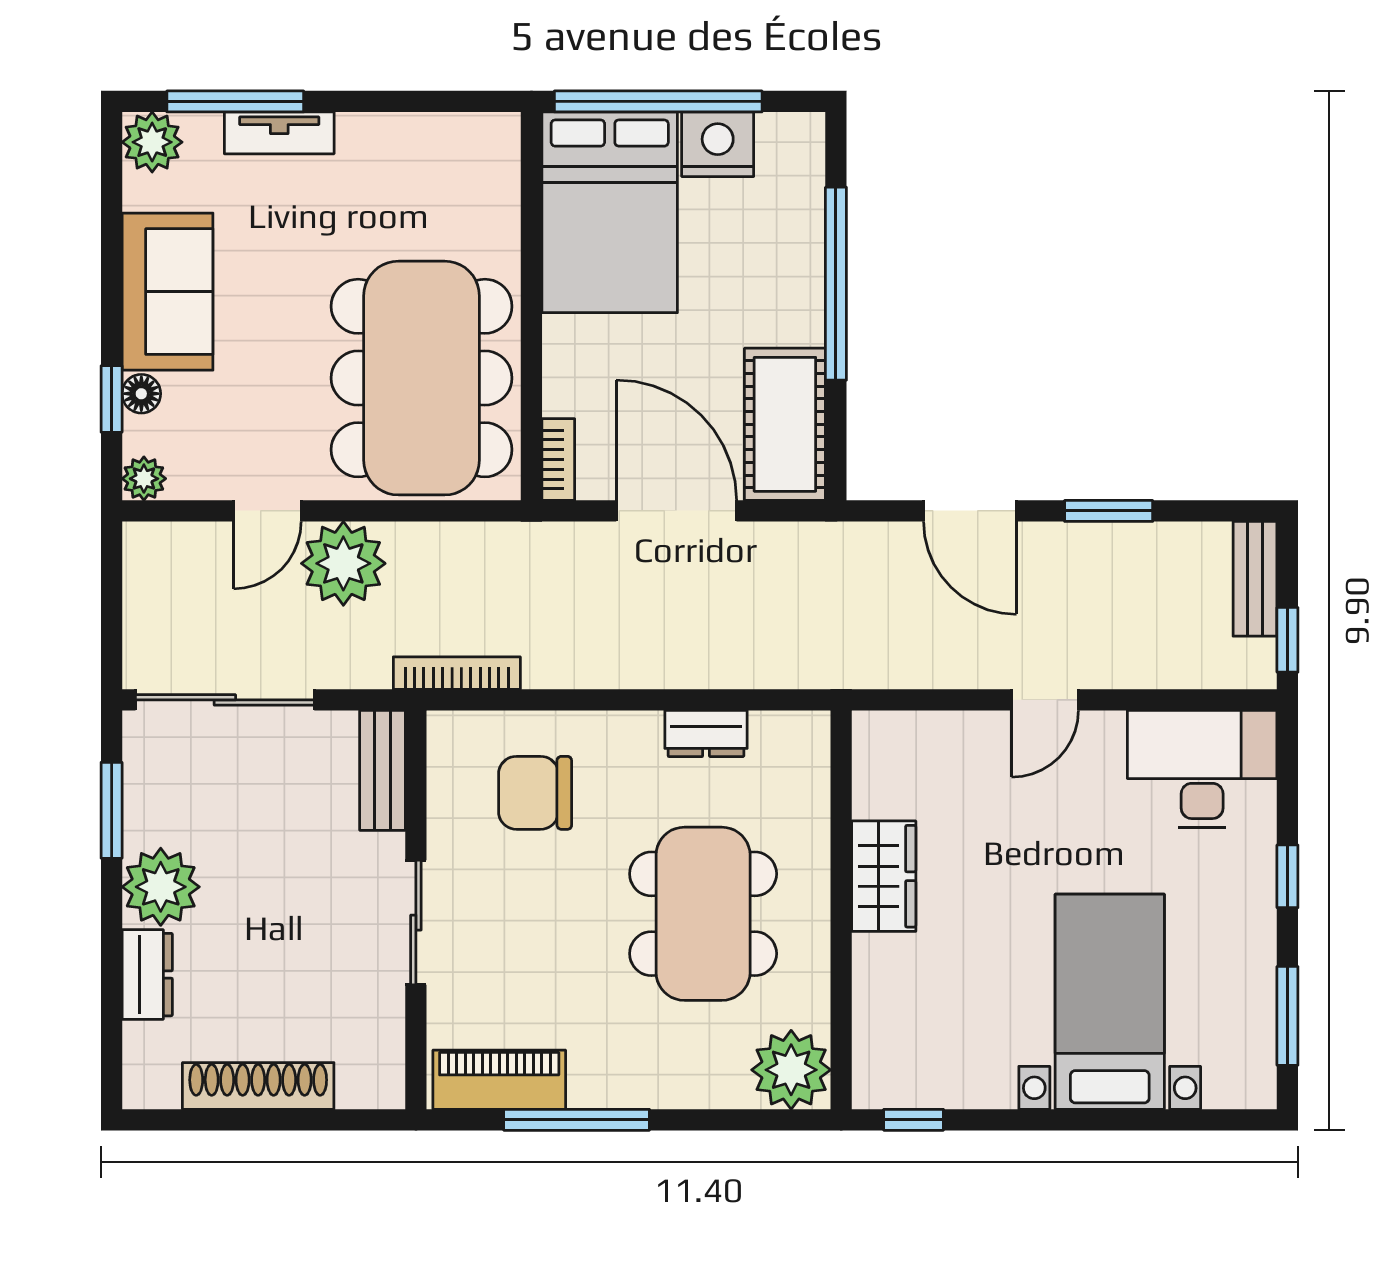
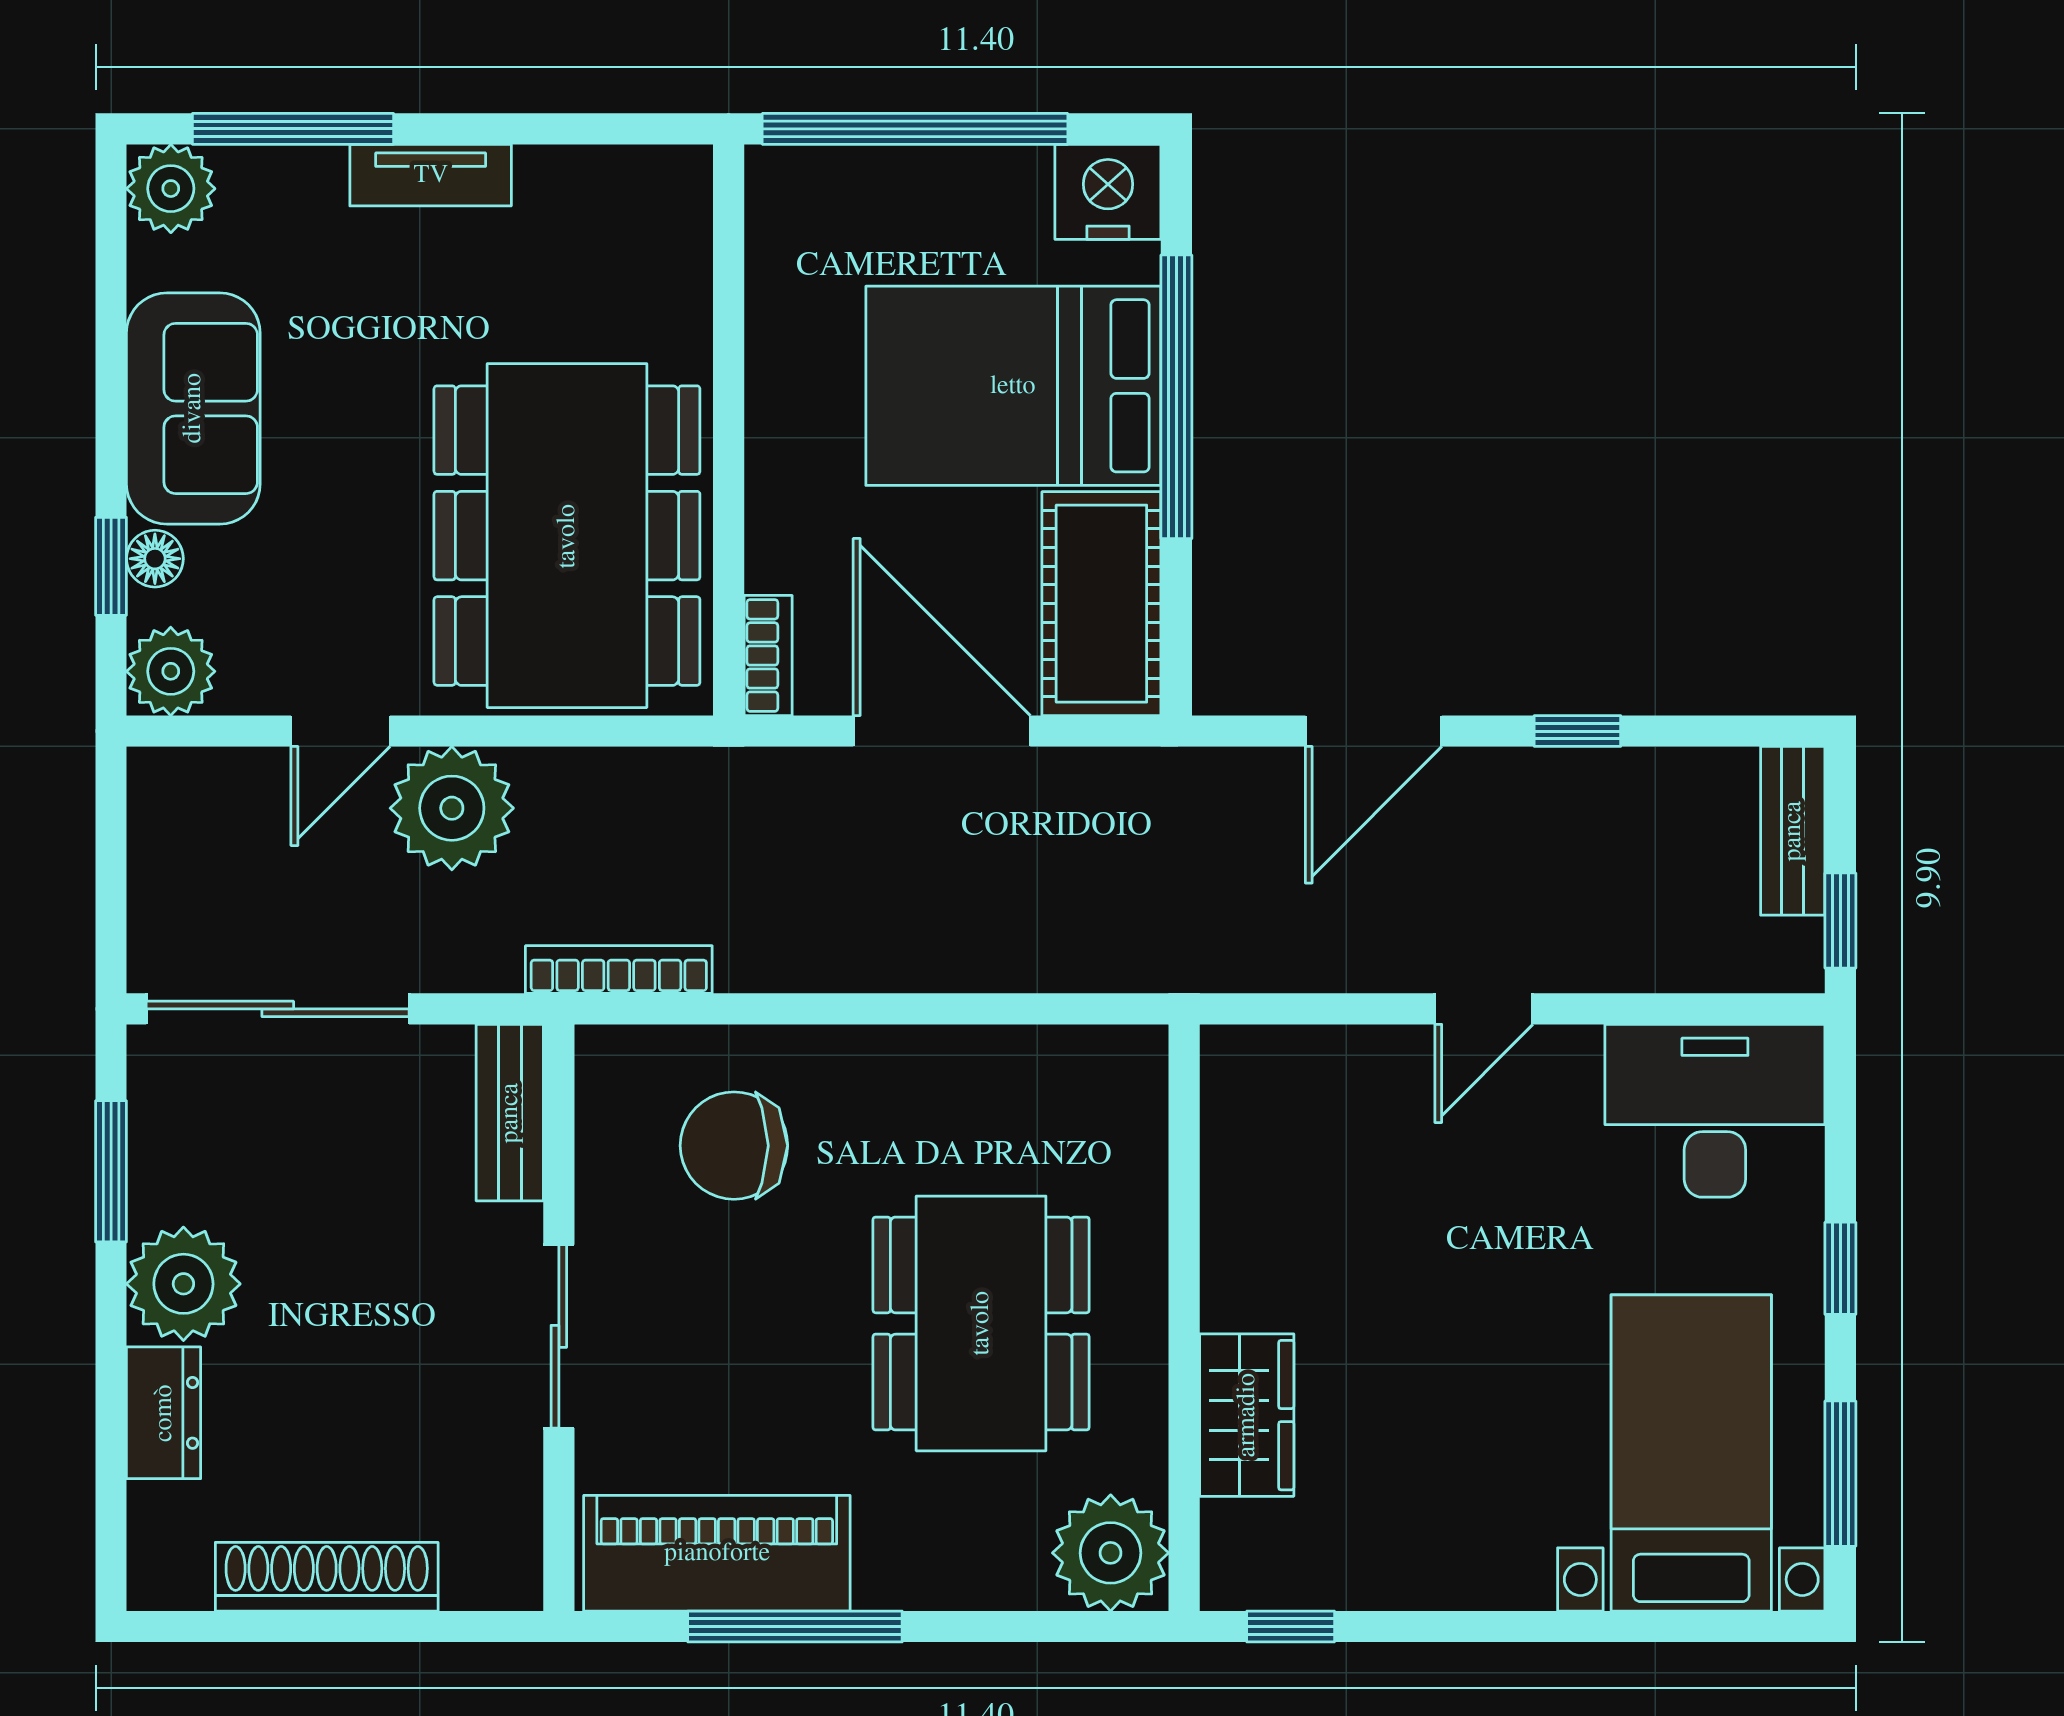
tv unit: (279, 133) -> (431, 175), moved
nightstand: (718, 144) -> (1108, 192), moved
bed: (610, 212) -> (1013, 386), moved, turned 90
plant: (144, 479) -> (171, 671), width x1.38, depth x1.38
door: (970, 511) -> (1374, 731), hinge flipped
window: (1109, 511) -> (1577, 731), width x0.67
dresser: (706, 734) -> (985, 1058), removed
wardrobe: (884, 876) -> (1247, 1415), moved
bed with nightstands: (1110, 1002) -> (1691, 1453), moved
piano: (499, 1080) -> (717, 1553), width x1.37, depth x1.33

